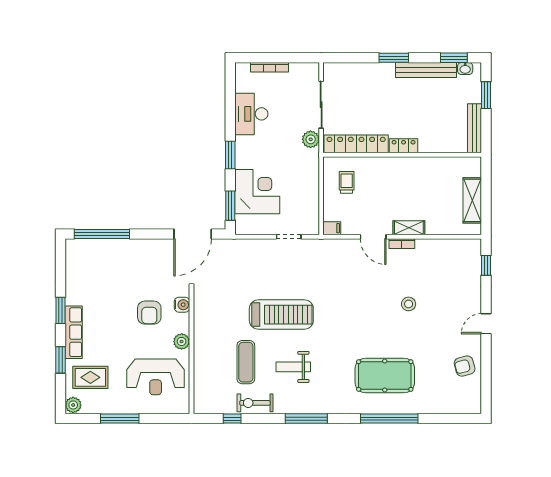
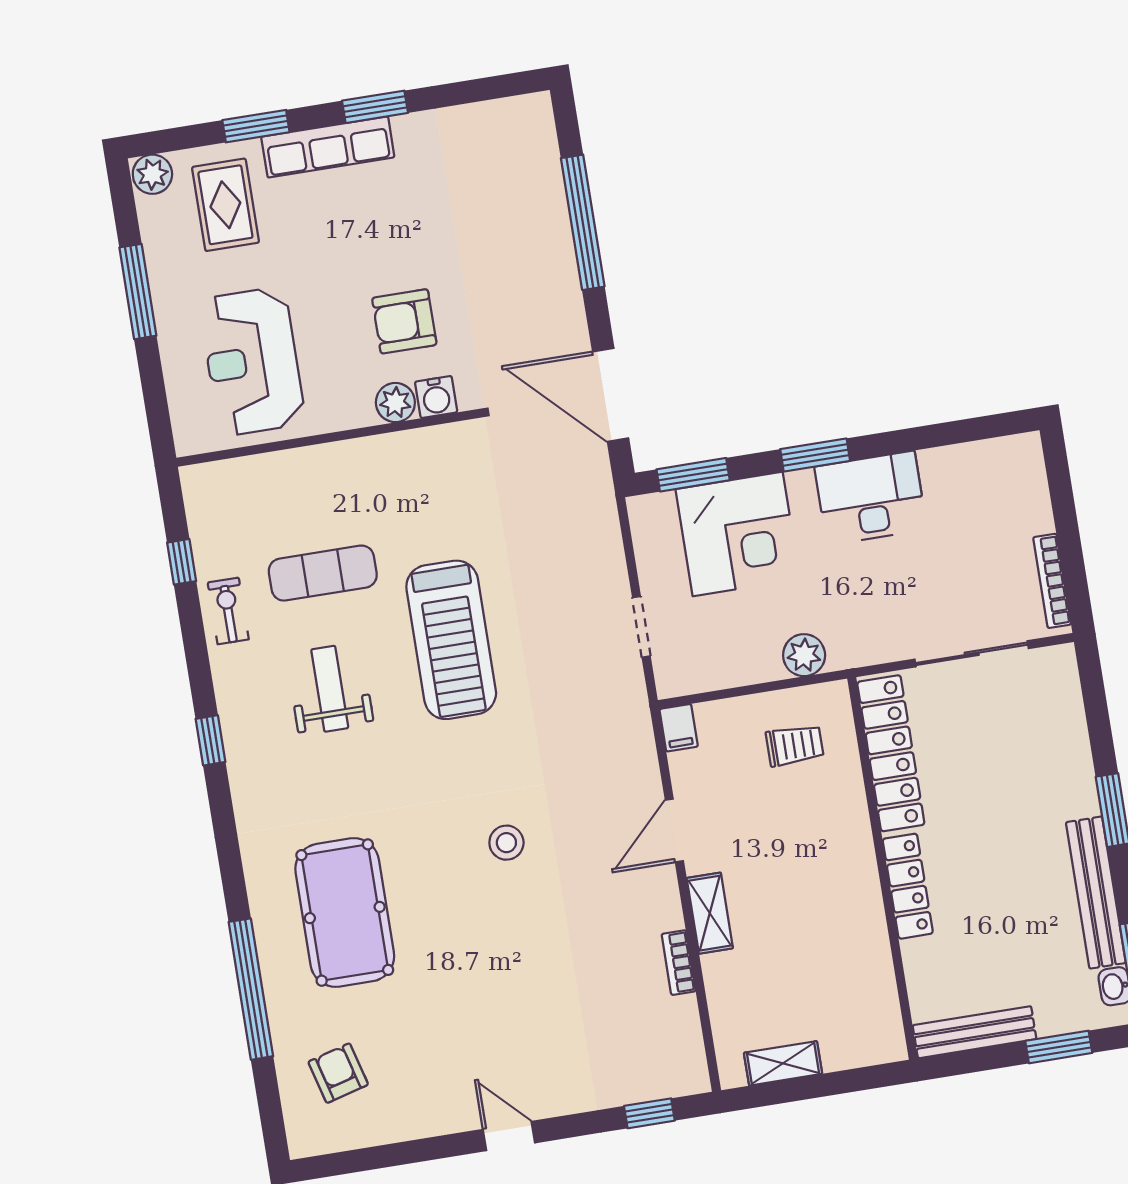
bookcase: (270, 67) -> (1052, 581), moved
desk: (251, 114) -> (871, 498), moved
plant: (311, 139) -> (804, 655), moved
locker: (404, 146) -> (908, 886), width x1.53
shelving: (472, 200) -> (783, 1063), width x0.67, depth x0.75
window: (102, 234) -> (583, 222), moved
bookcase: (402, 244) -> (679, 963), moved
stool: (409, 304) -> (506, 843), moved
plant: (182, 341) -> (395, 402), moved
armchair: (465, 366) -> (338, 1073), moved
exercise bike: (255, 403) -> (228, 611), width x0.73, depth x0.72
window: (306, 419) -> (211, 740), width x0.46
window: (389, 419) -> (251, 989), moved

